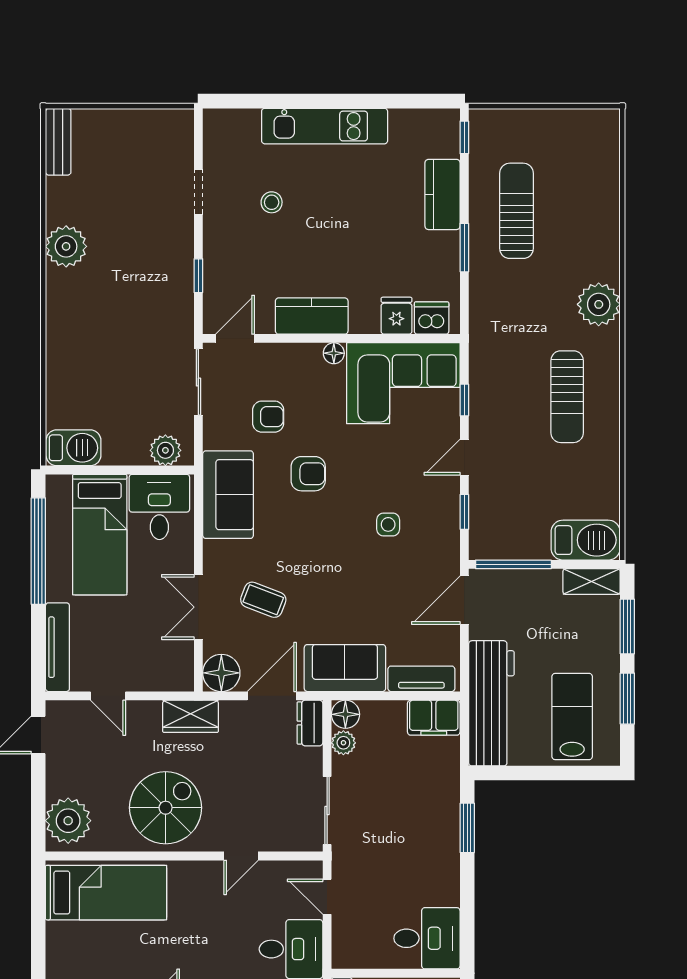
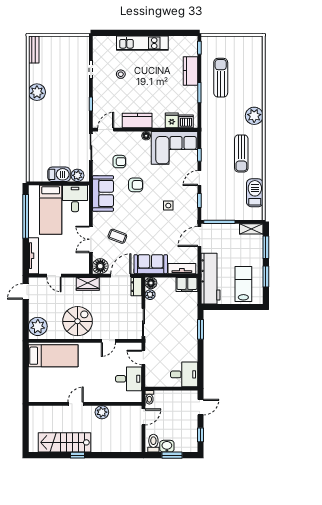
barbecue: (73, 448) -> (59, 174), moved
barbecue: (586, 540) -> (255, 193), moved, turned -90

